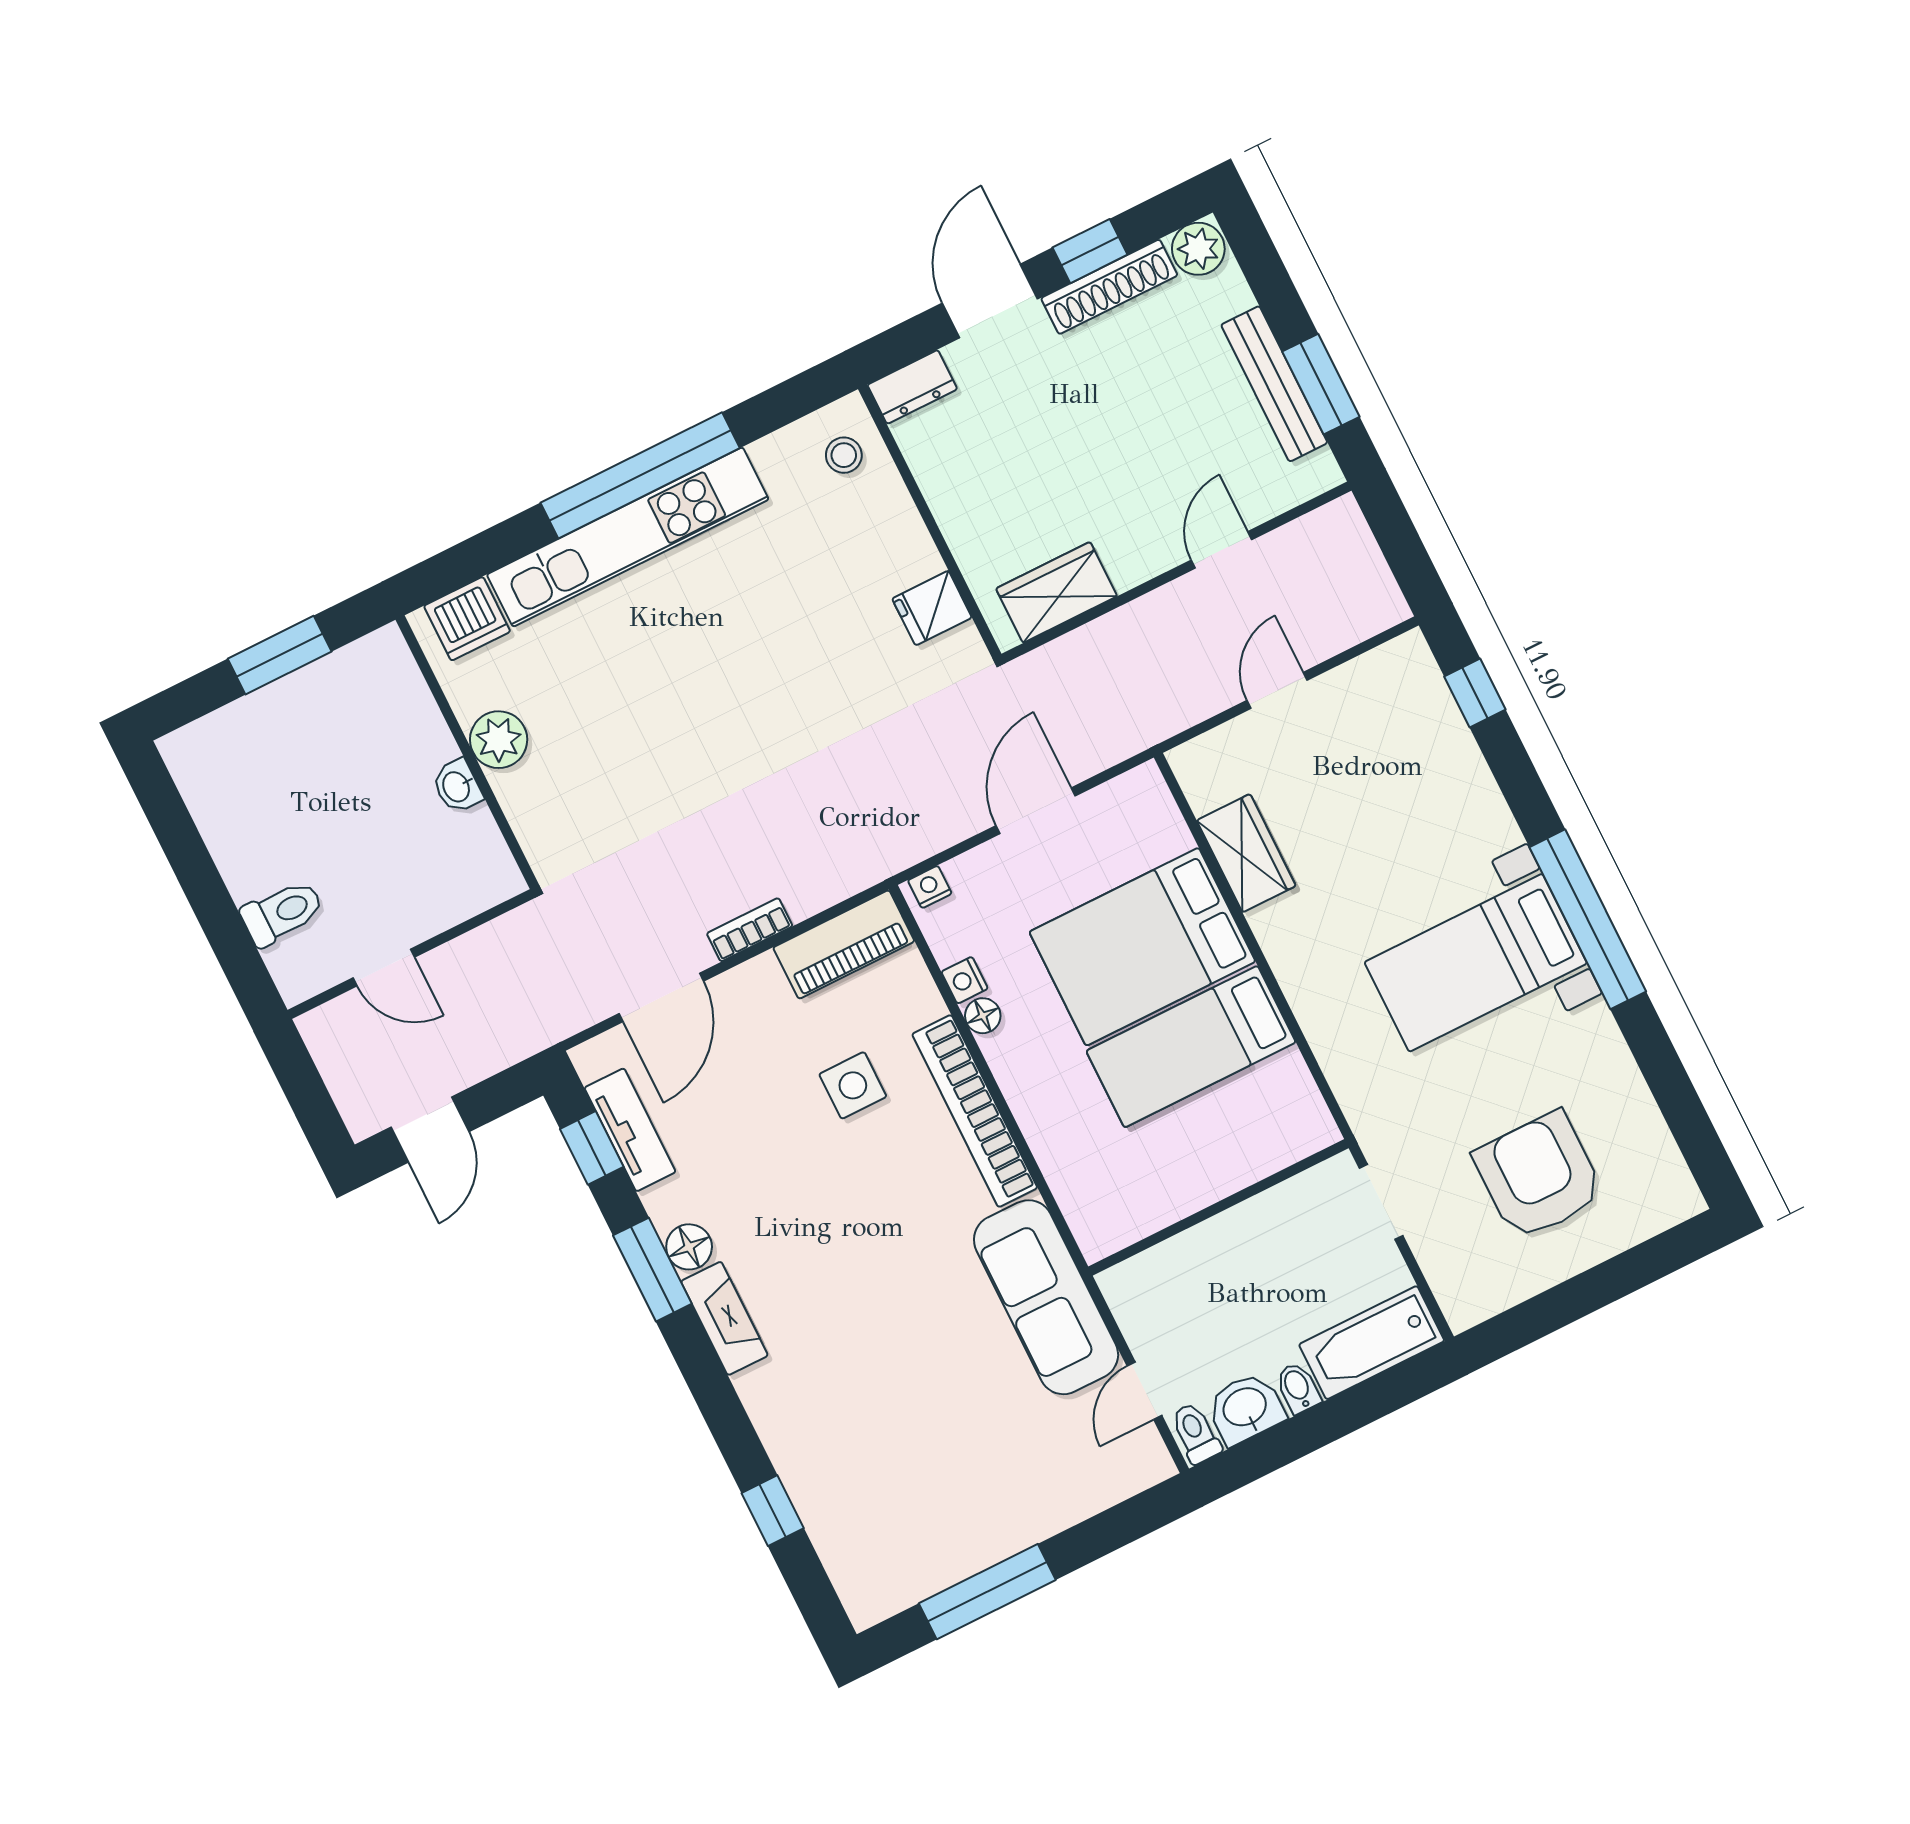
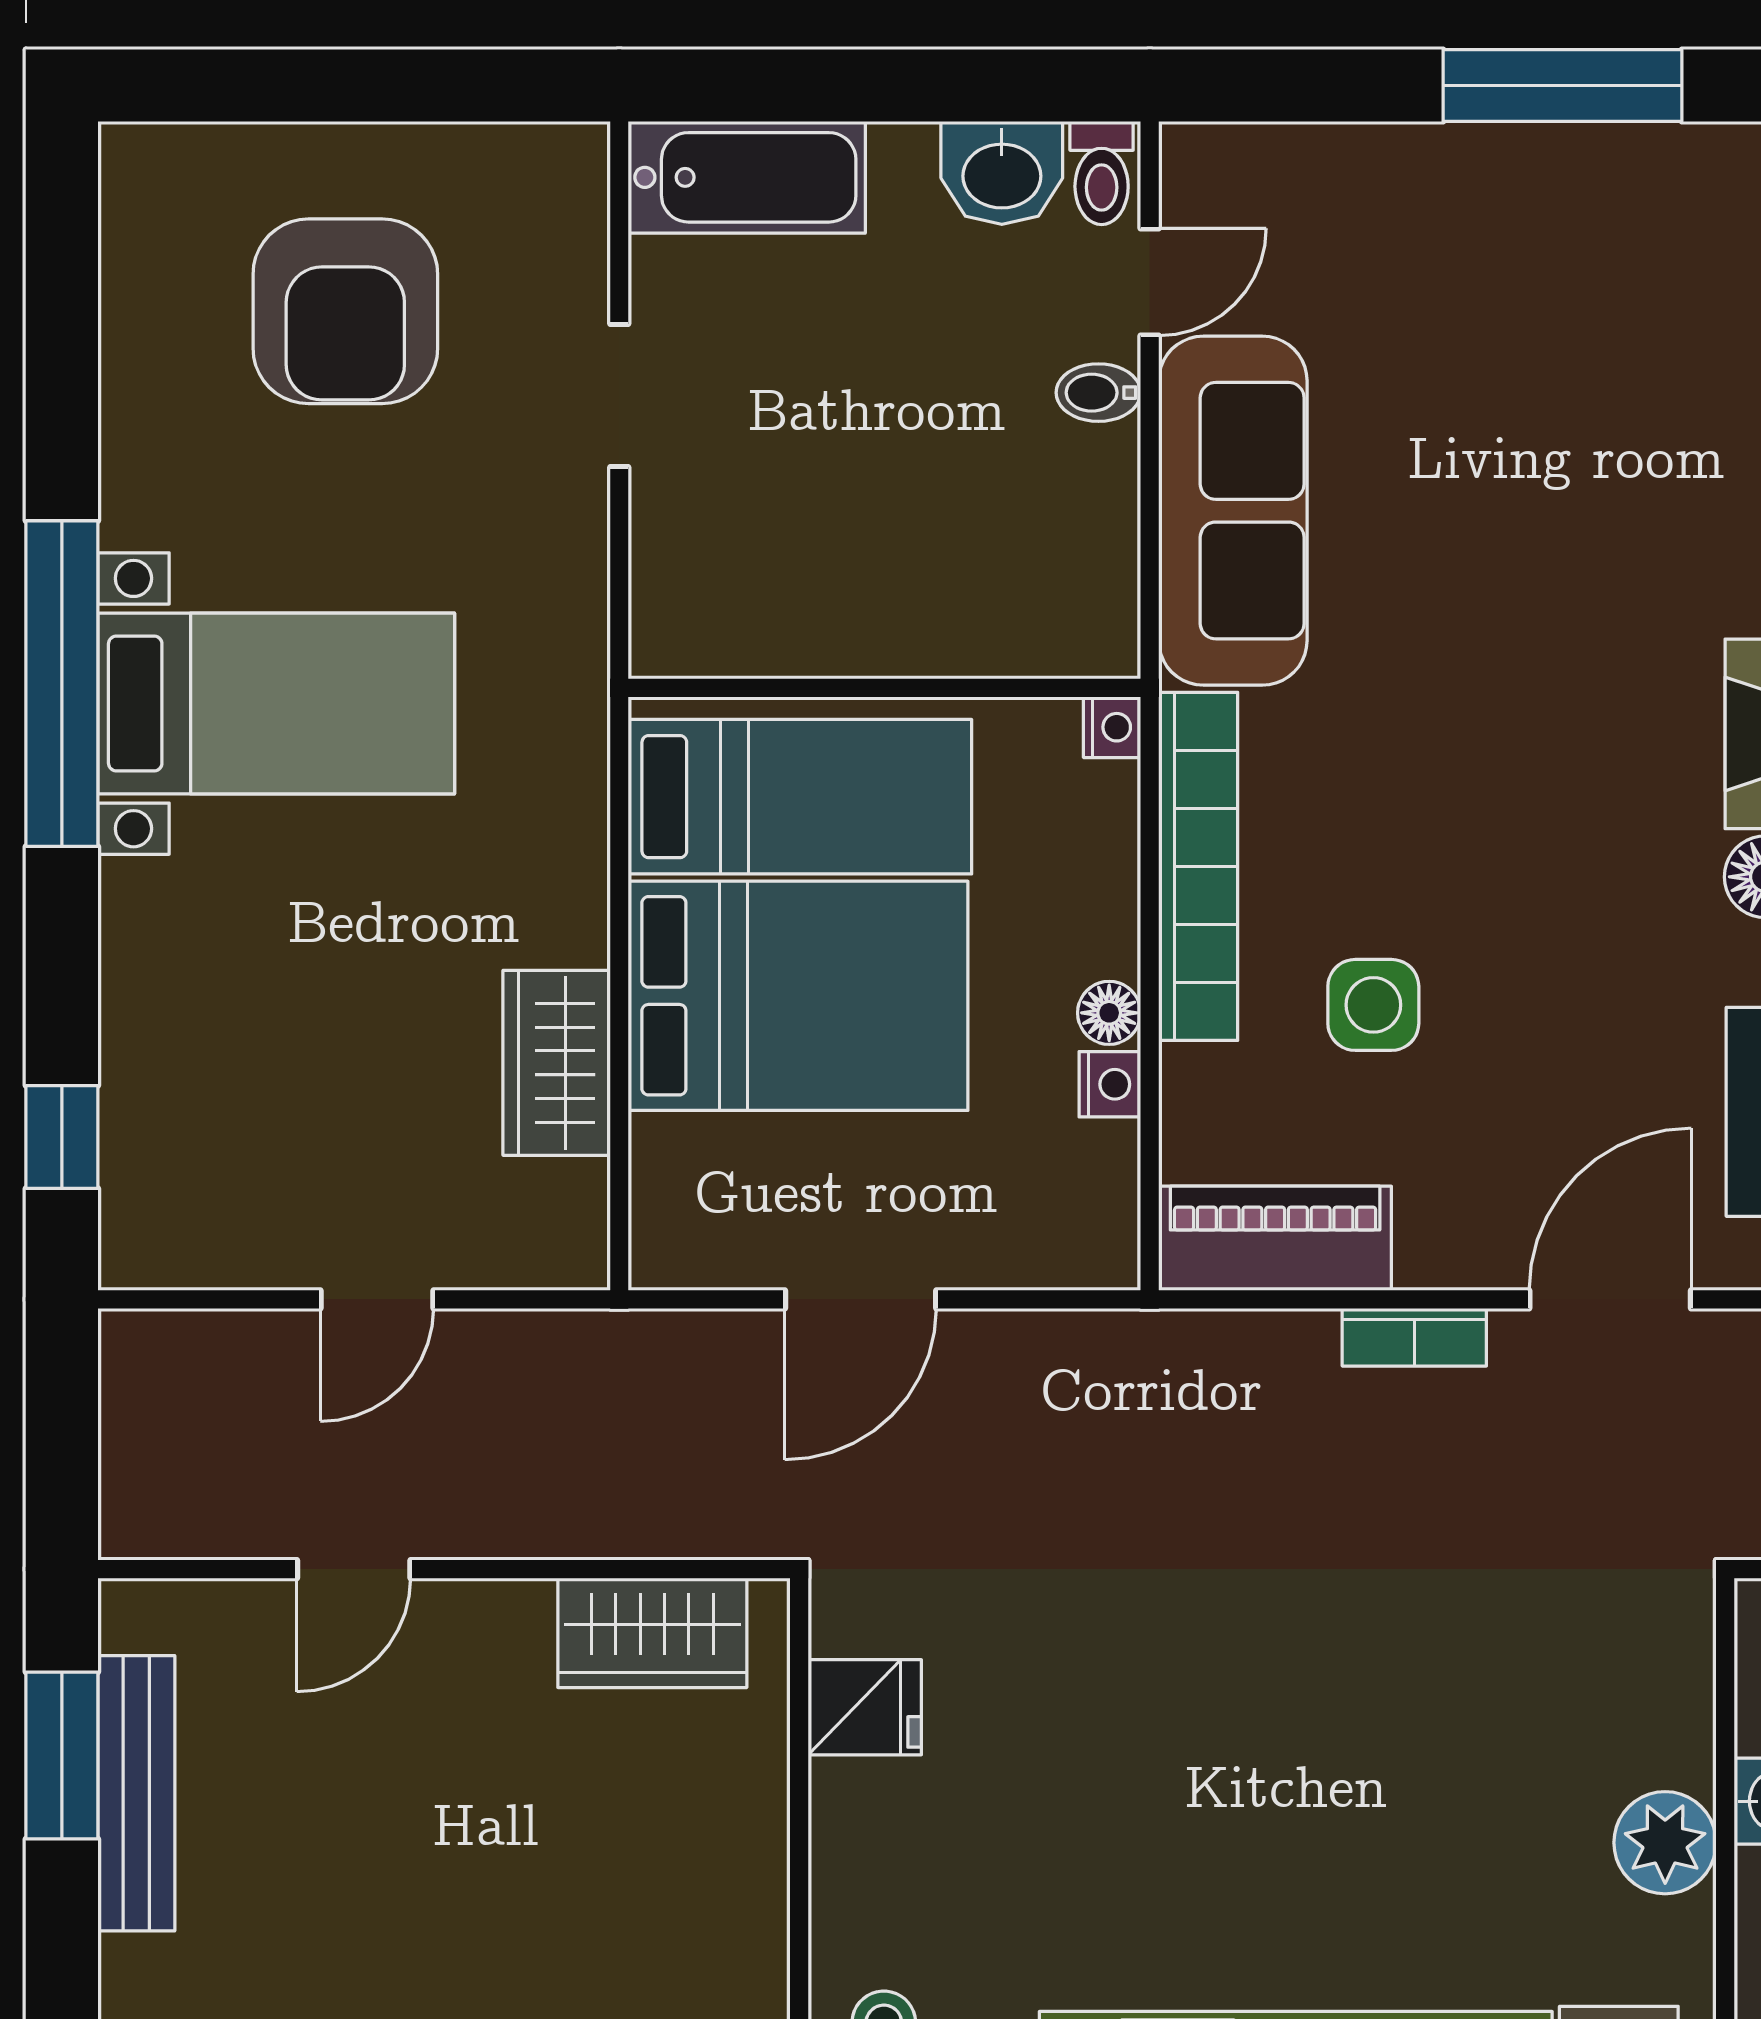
nightstand: (930, 887) -> (1112, 727), moved, turned -90
wall: (1218, 1207) -> (884, 688), moved
bidet: (1298, 1388) -> (1098, 393), moved, turned 90

